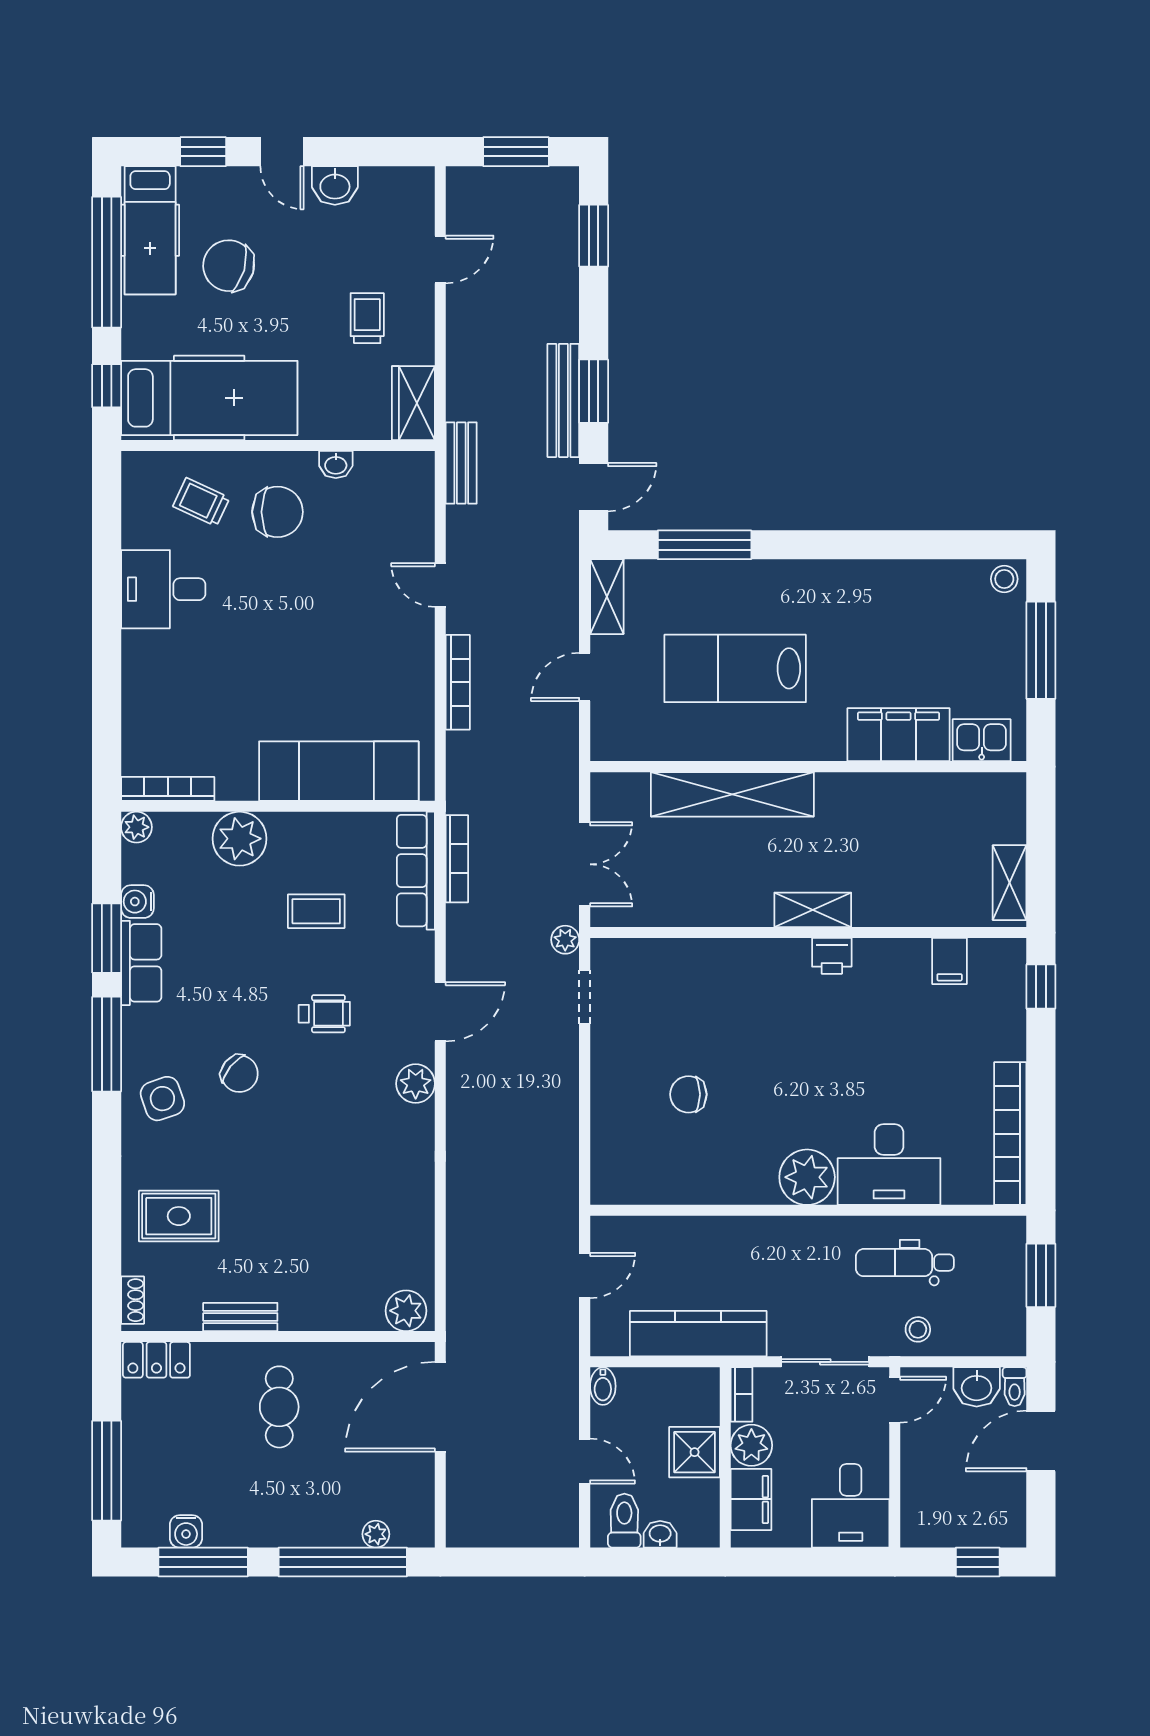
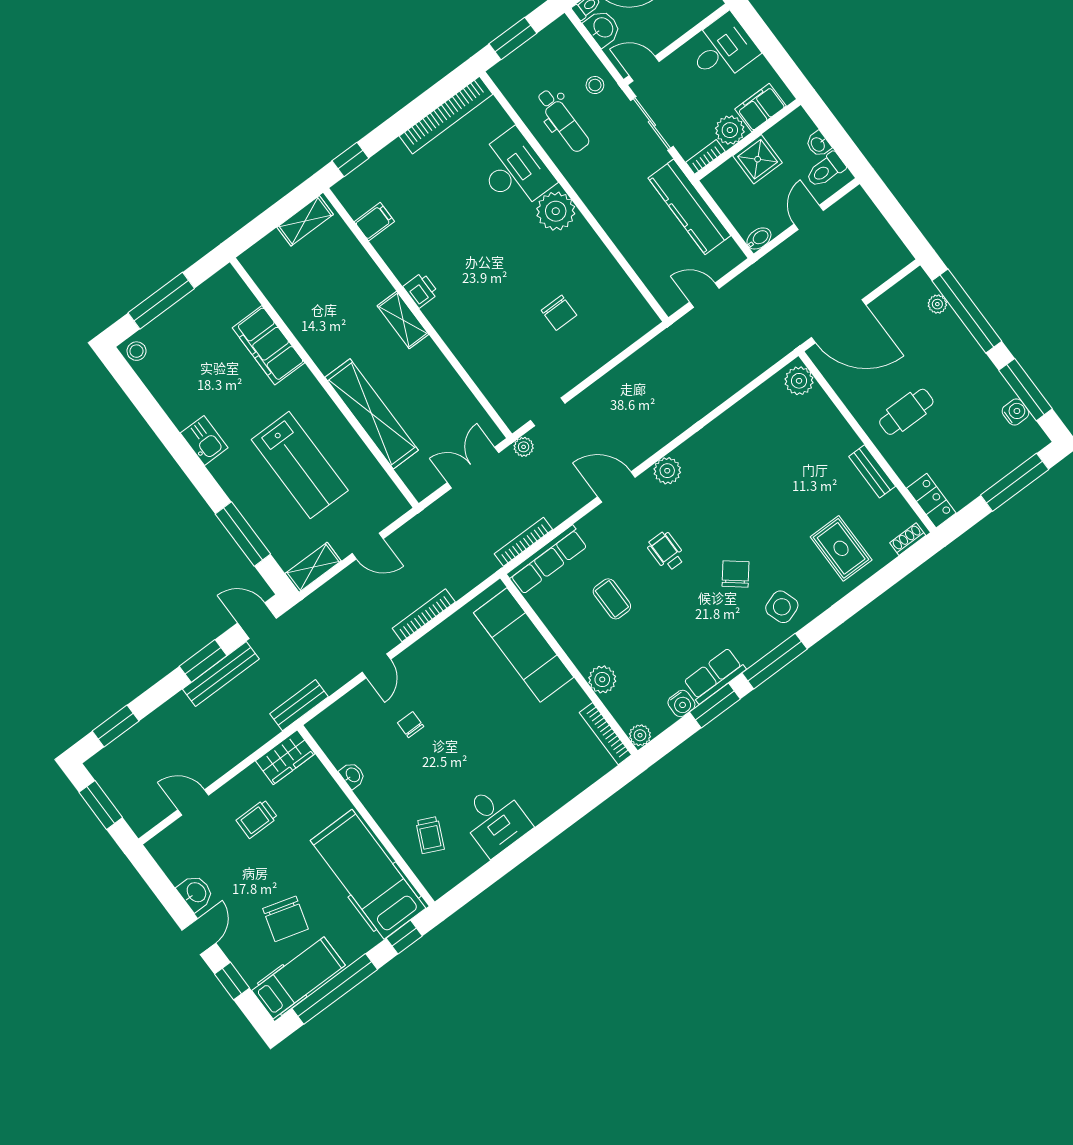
chair: (277, 512) -> (411, 725), moved, width x0.54, depth x0.54
kitchen sink: (982, 740) -> (204, 440), moved, turned 180
plant: (240, 839) -> (602, 679), width x0.73, depth x0.73

